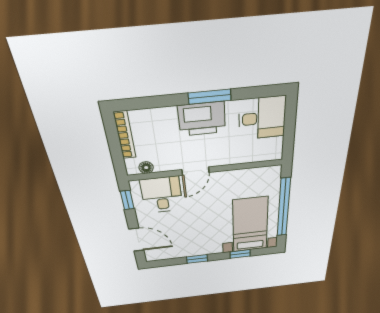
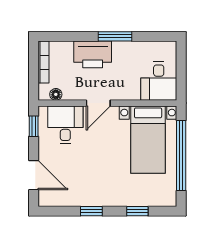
desk: (262, 118) -> (159, 81), moved, turned 90
printer: (202, 119) -> (93, 54), moved
bed with nightstands: (250, 225) -> (148, 140), moved, turned 180

